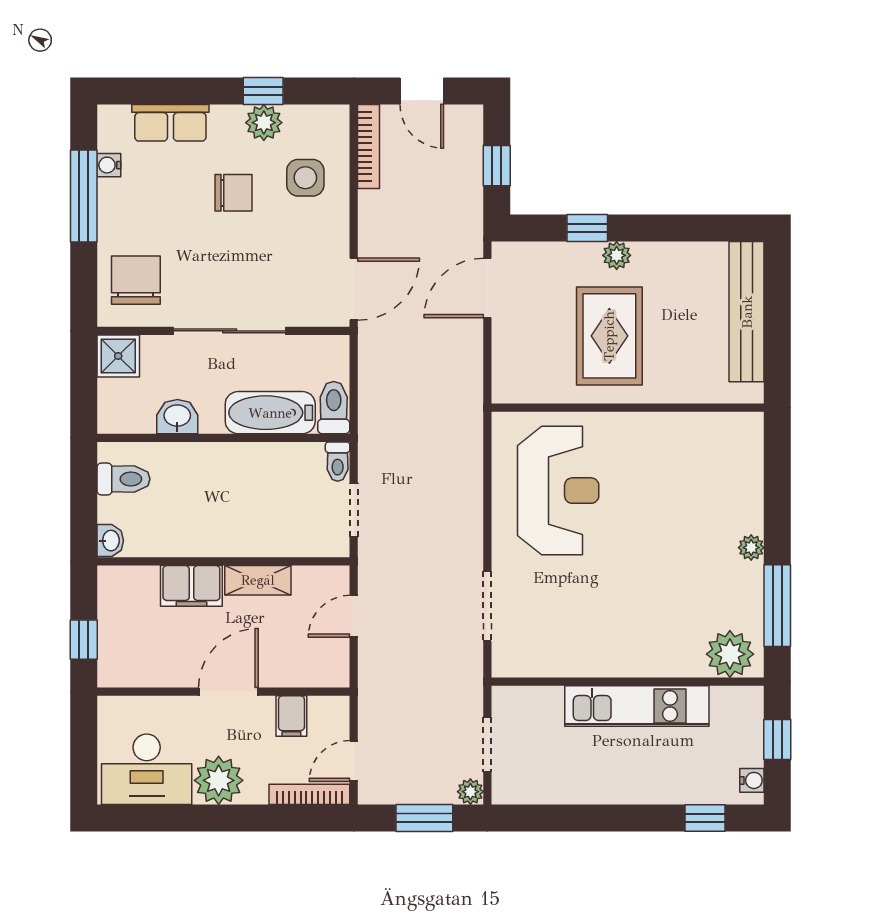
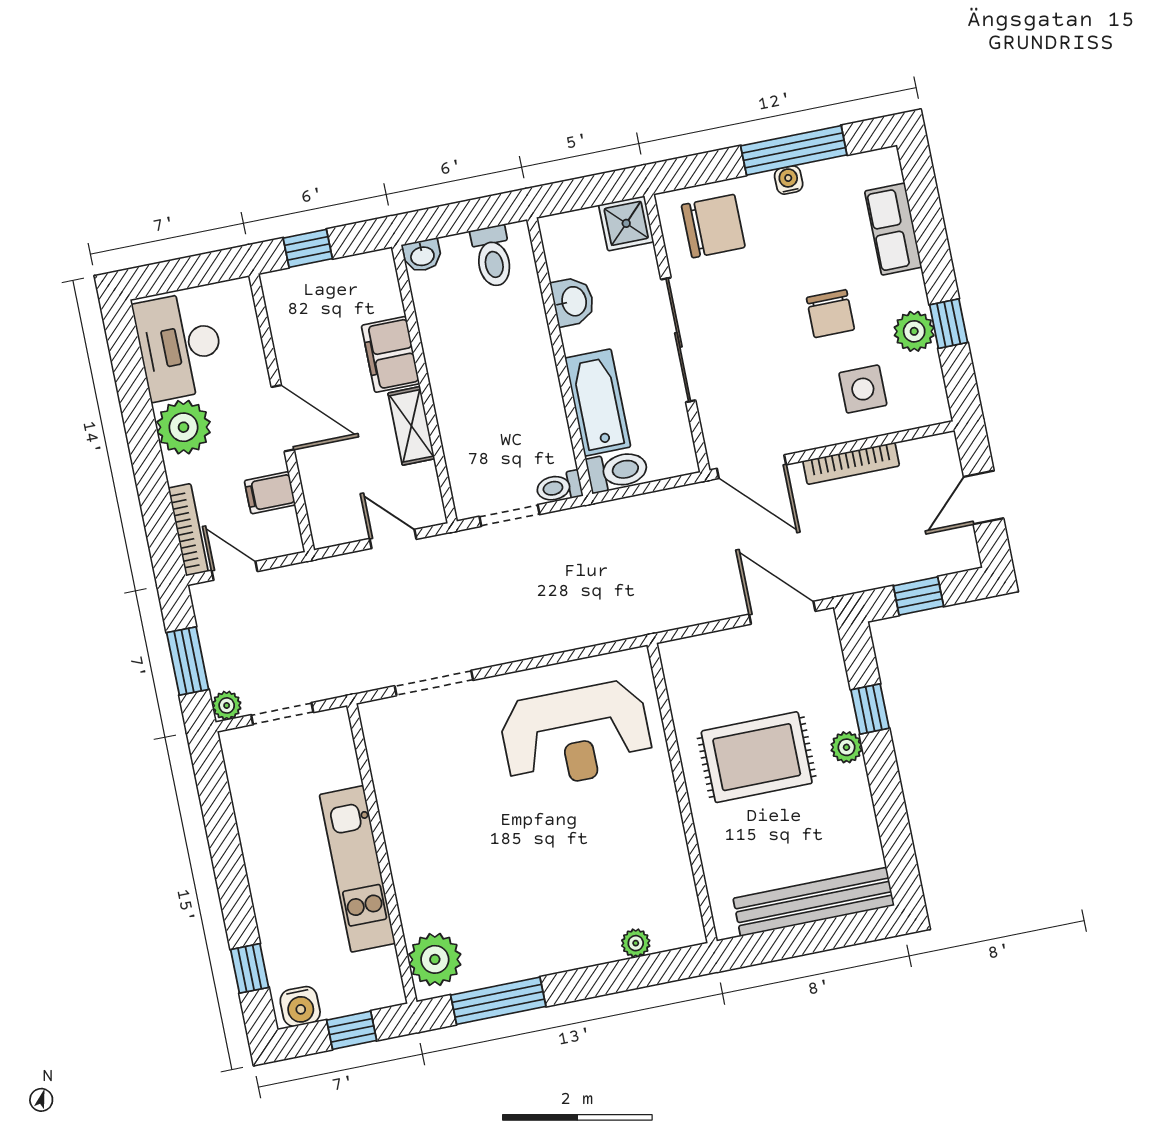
bookcase: (368, 146) -> (851, 463), moved
water cooler: (109, 165) -> (789, 180), moved
plant: (751, 548) -> (636, 943), moved
water cooler: (752, 780) -> (300, 1006), width x1.38, depth x1.38

